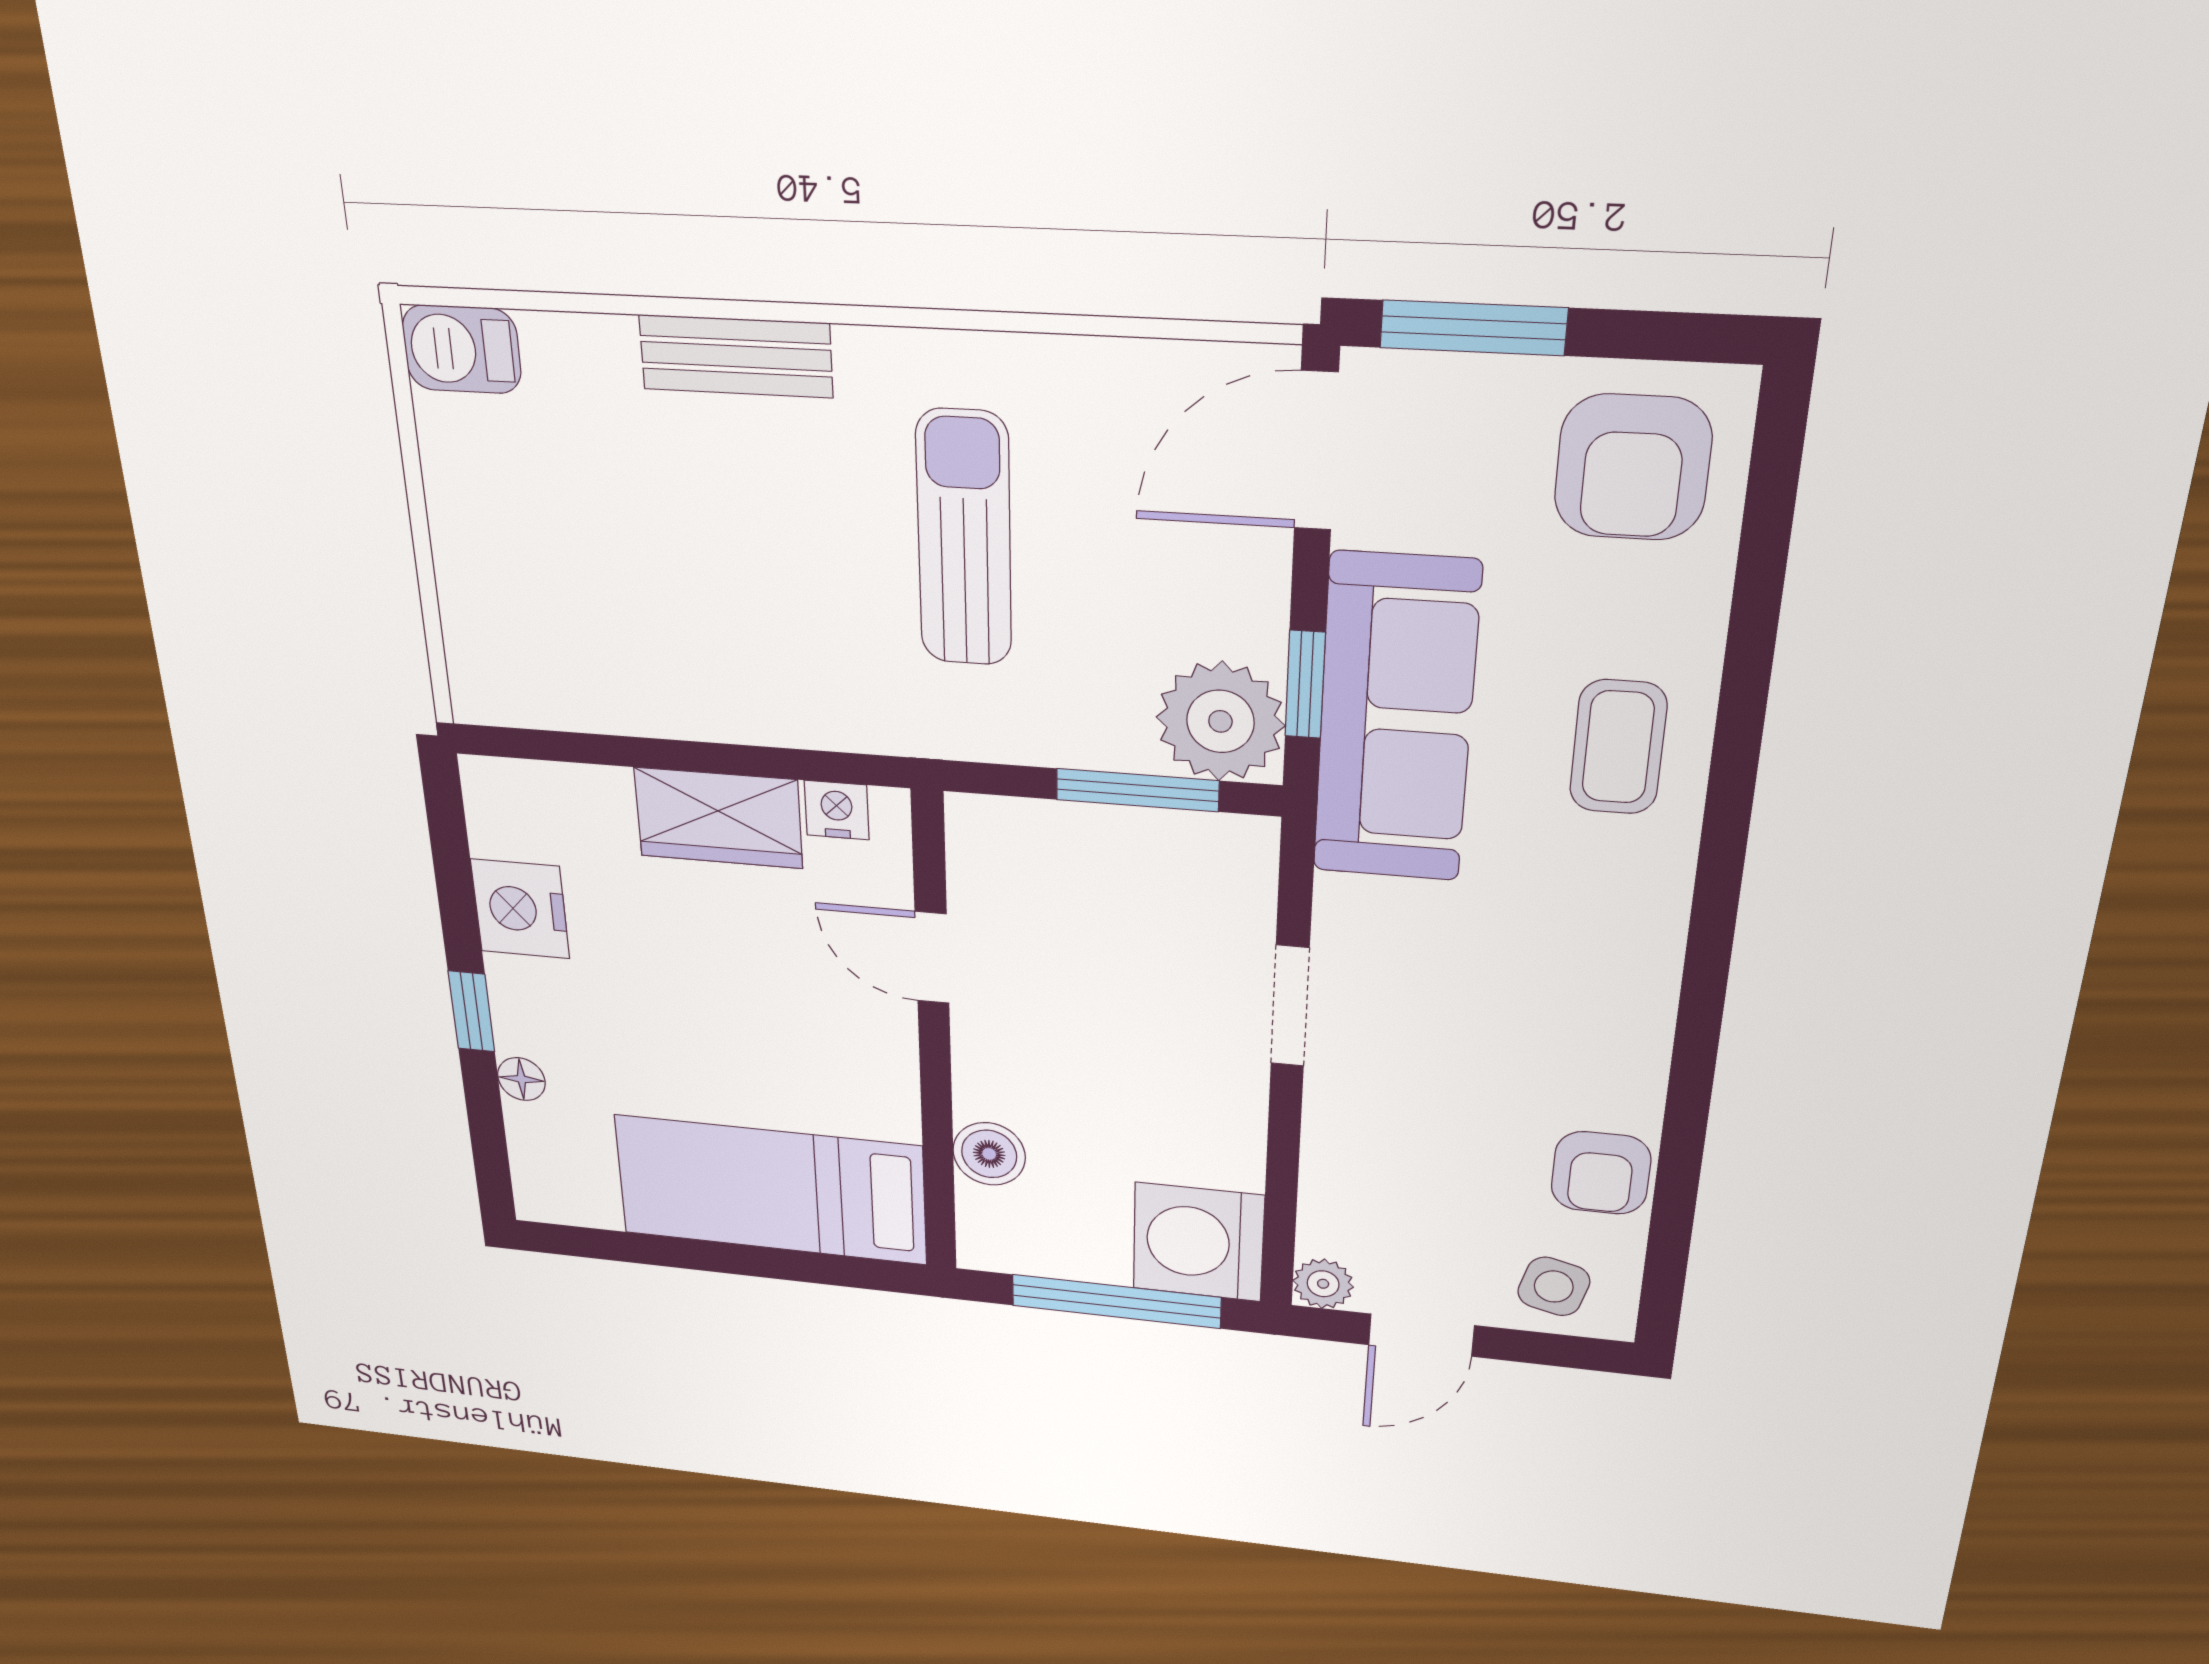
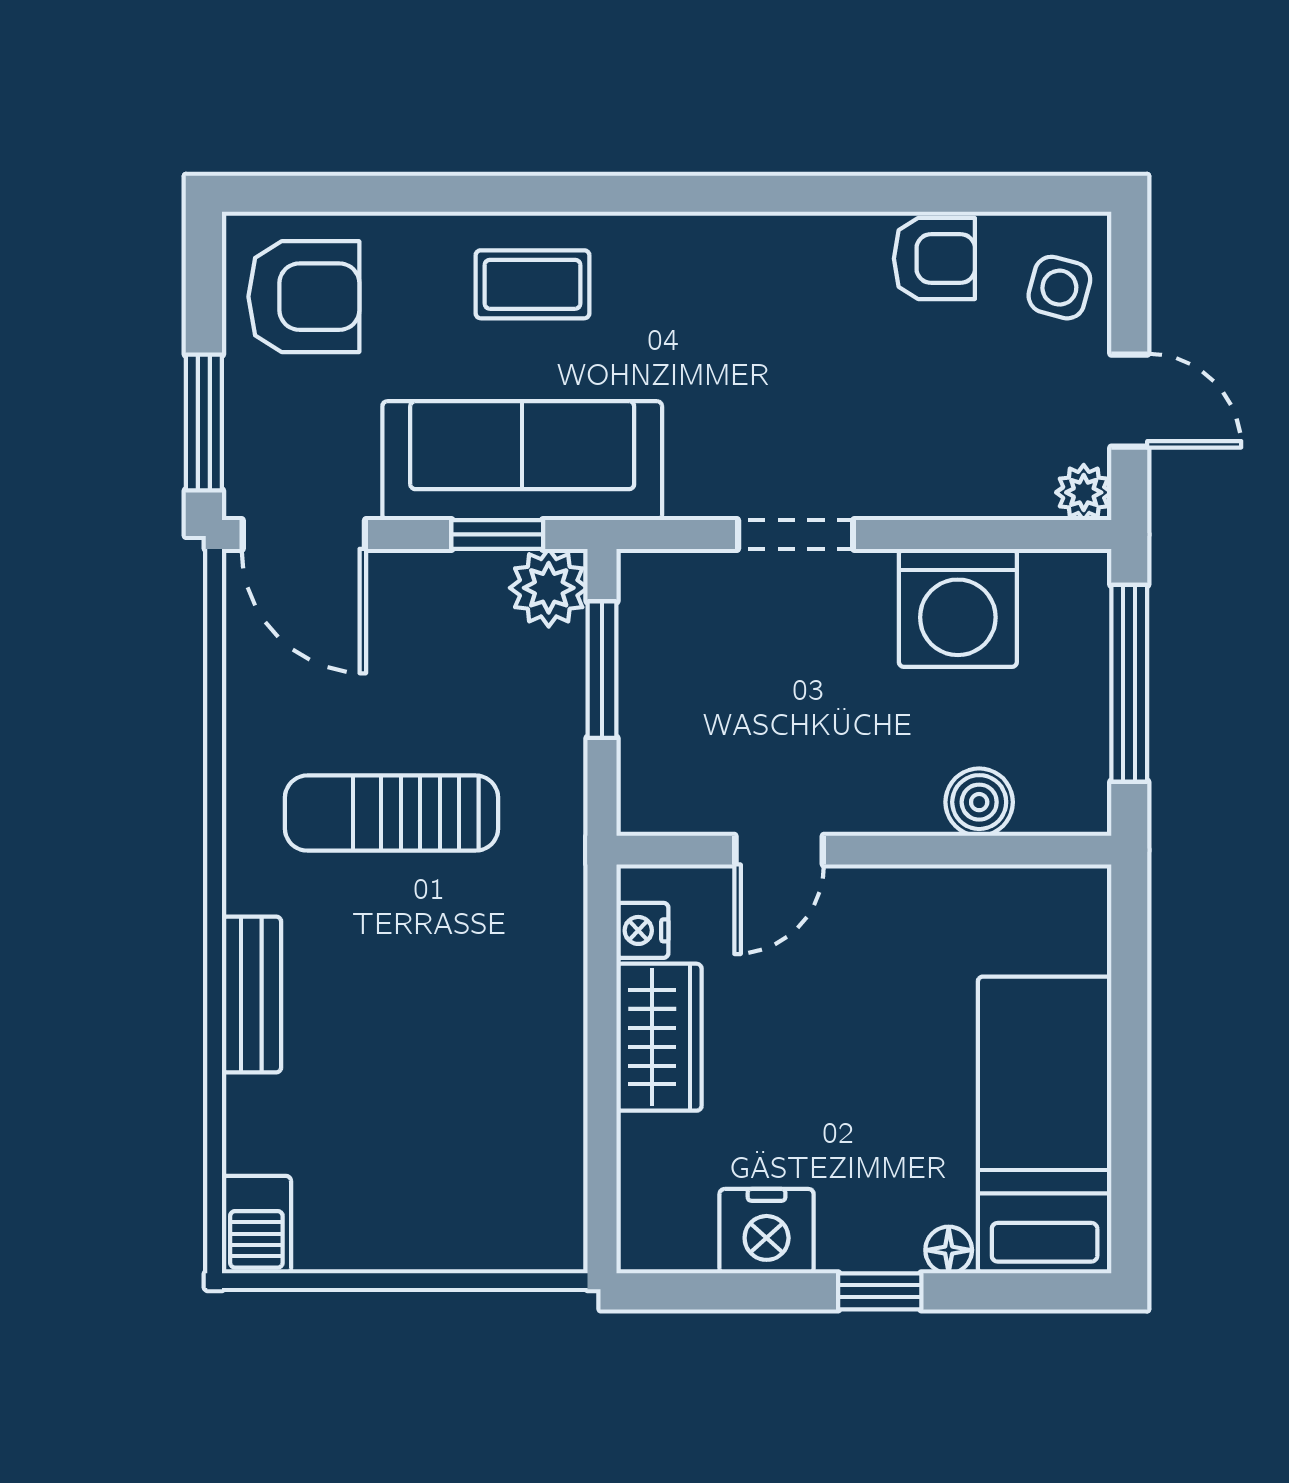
plant: (1220, 721) -> (549, 588), width x0.73, depth x0.73
bed: (771, 1190) -> (1045, 1125), moved, turned 180
washing machine: (1198, 1242) -> (958, 608), moved

